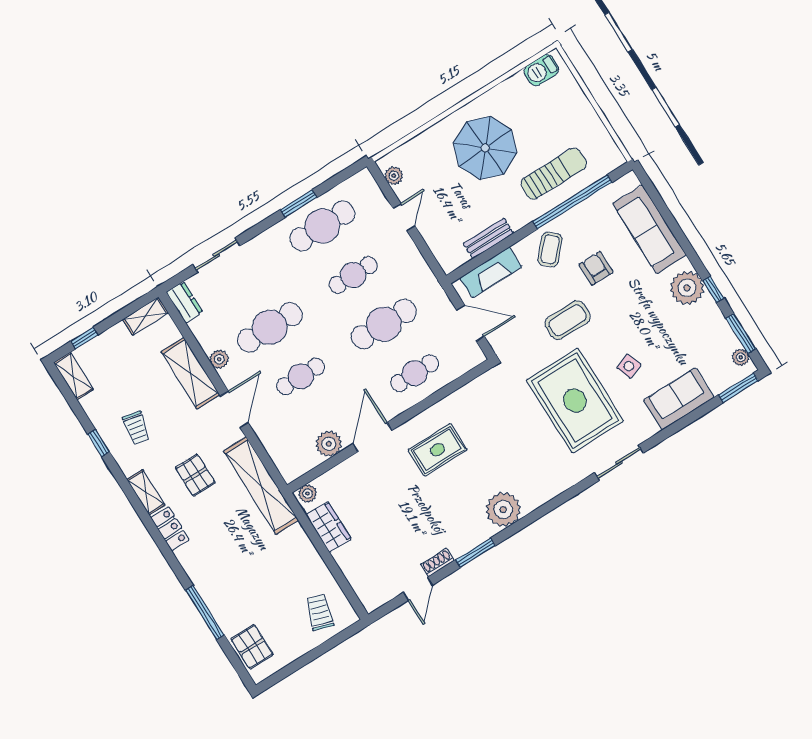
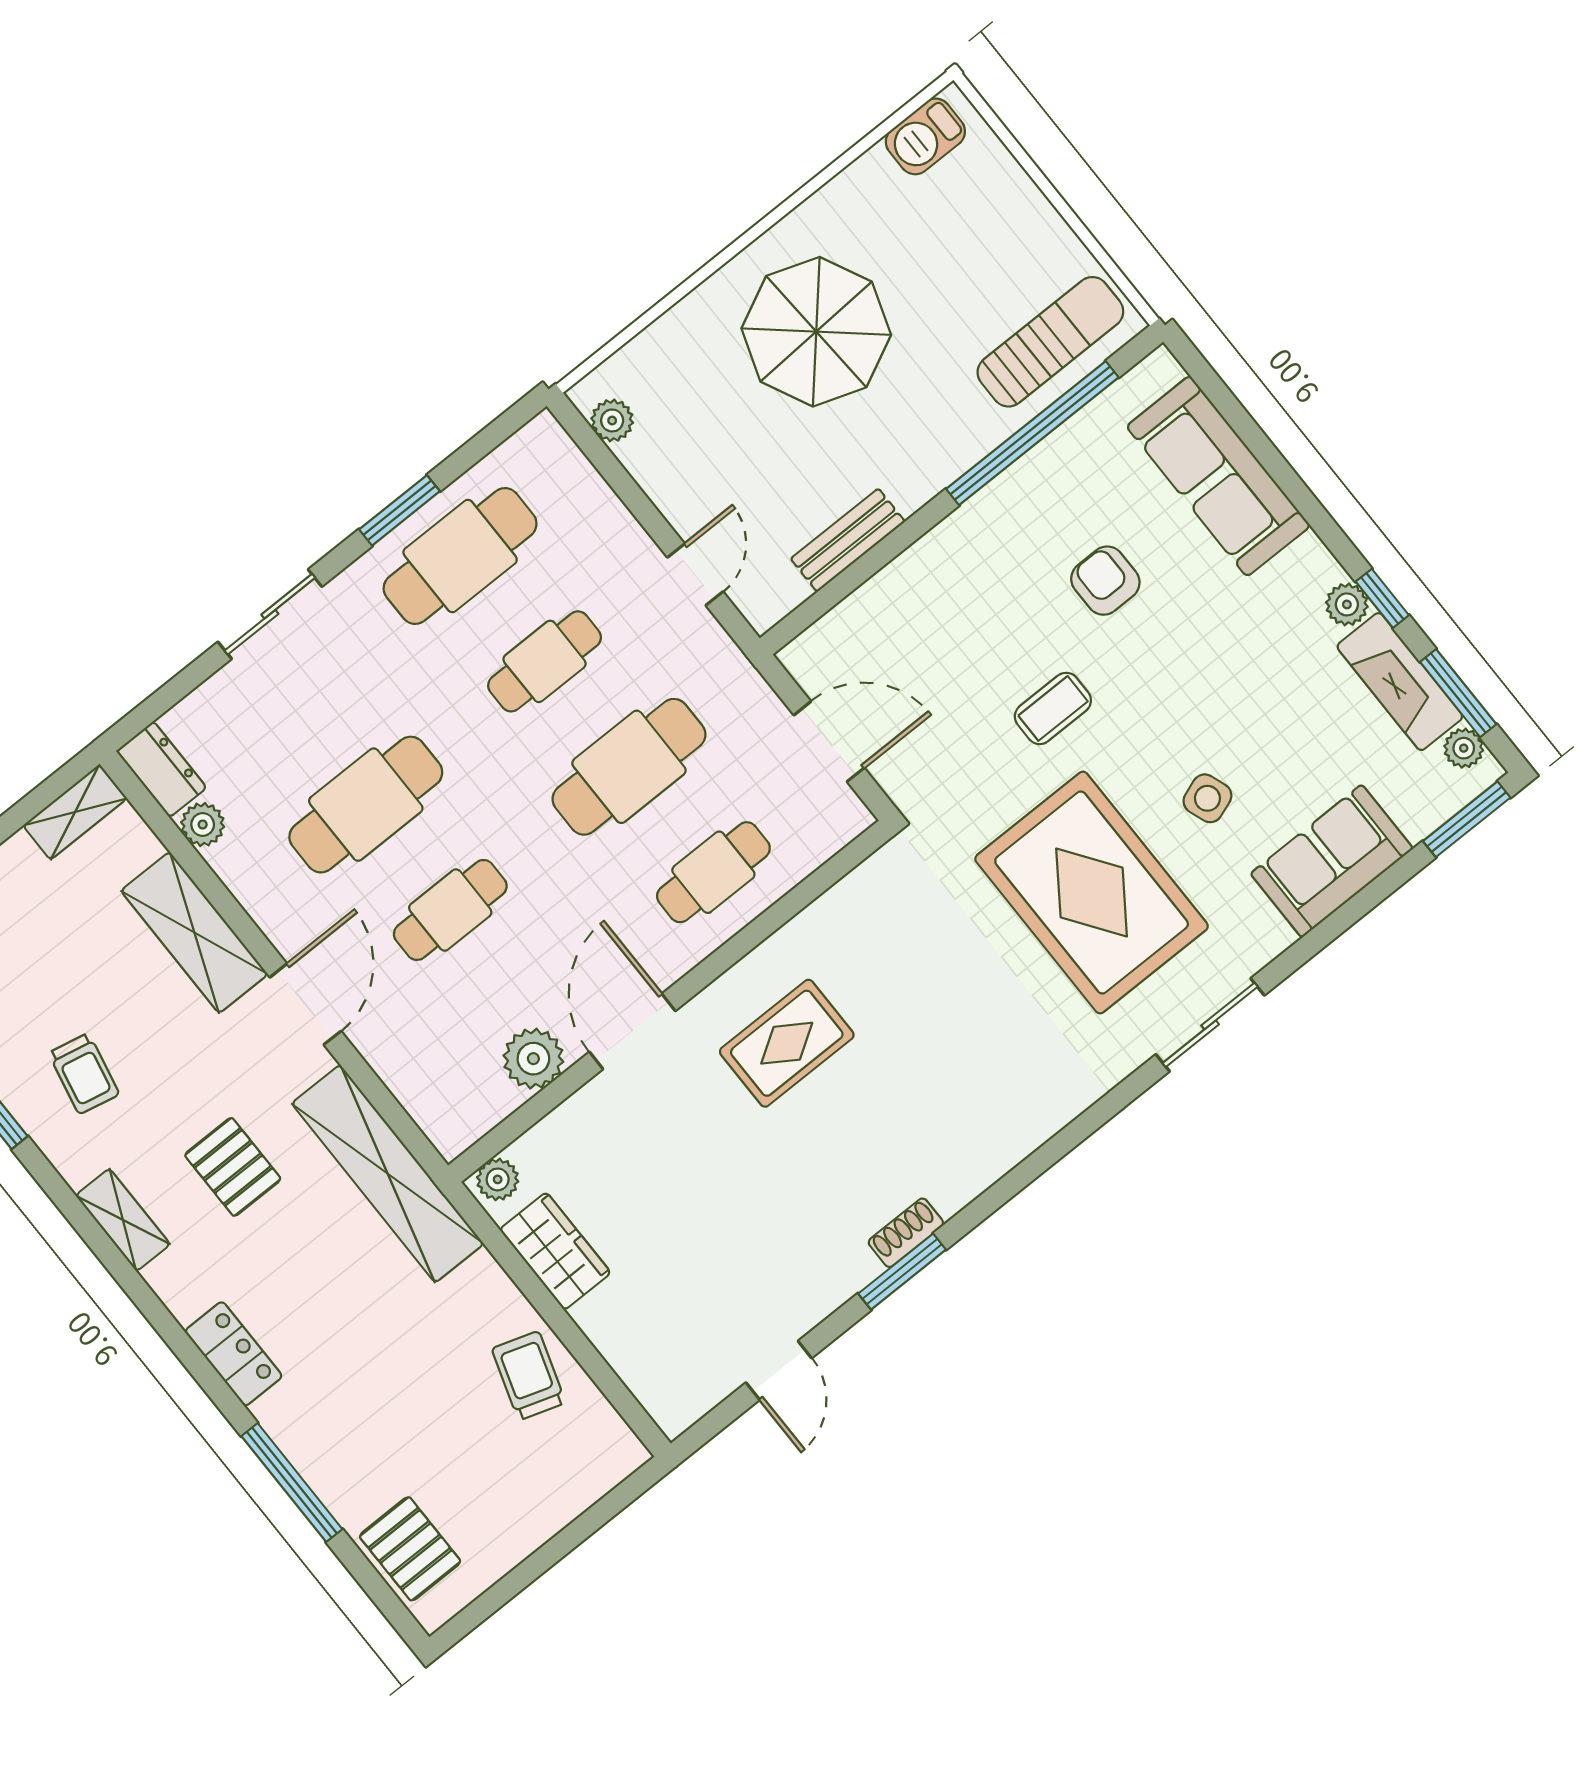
sun lounger: (554, 174) -> (1050, 342), moved
door: (404, 217) -> (695, 575), moved
coffee table: (550, 249) -> (994, 549), removed
sliding door: (216, 255) -> (270, 614), moved
fireplace: (491, 272) -> (1400, 682), moved, turned 90
plant: (687, 288) -> (1347, 604), width x0.53, depth x0.53
coffee table: (567, 320) -> (1053, 708), width x0.73, depth x0.77
plant: (219, 359) -> (203, 825), moved
plant: (503, 509) -> (955, 1164), removed
locker: (170, 529) -> (234, 1354), moved
shoe rack: (437, 563) -> (906, 1233), moved
trolley: (320, 612) -> (529, 1376), moved

